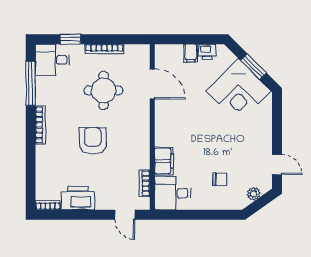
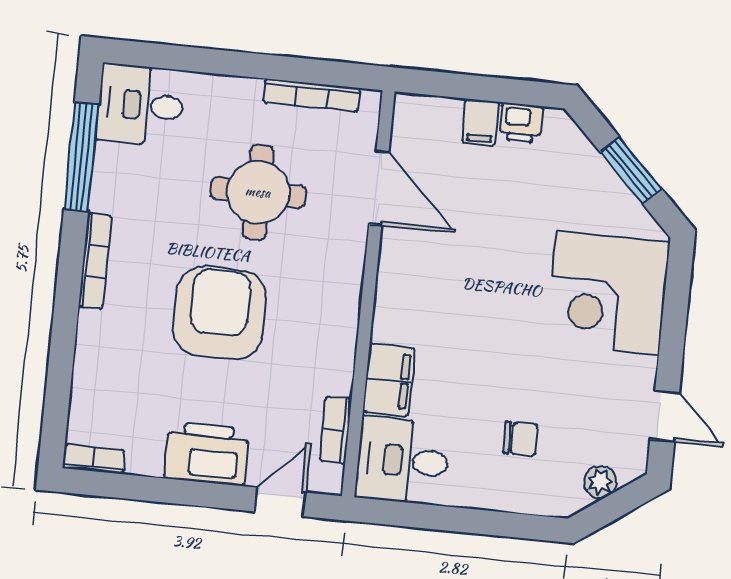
window: (70, 39) -> (189, 59), removed
bookcase: (104, 49) -> (312, 95), moved
corner desk: (238, 91) -> (608, 293), moved, turned 45
armchair: (93, 141) -> (219, 313), width x1.36, depth x1.36
printer: (78, 198) -> (207, 454), moved
door: (125, 215) -> (280, 502), swing flipped

